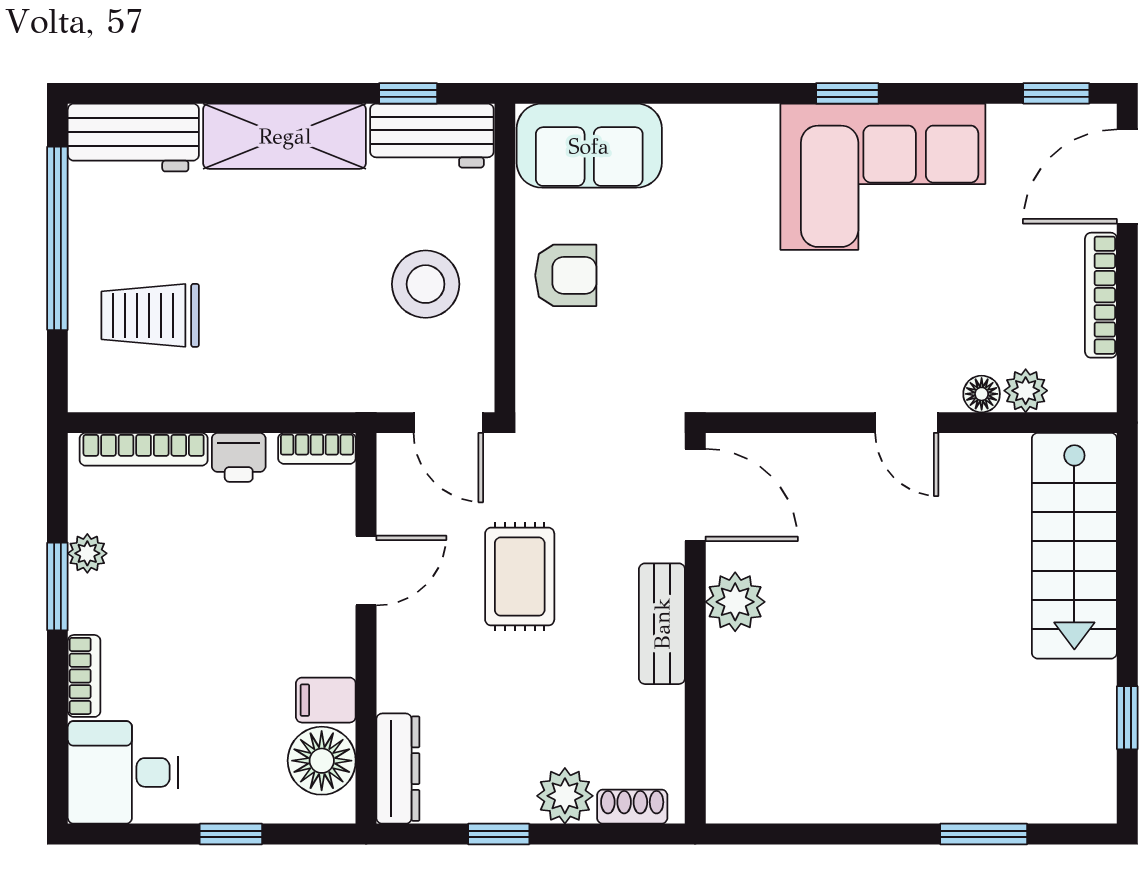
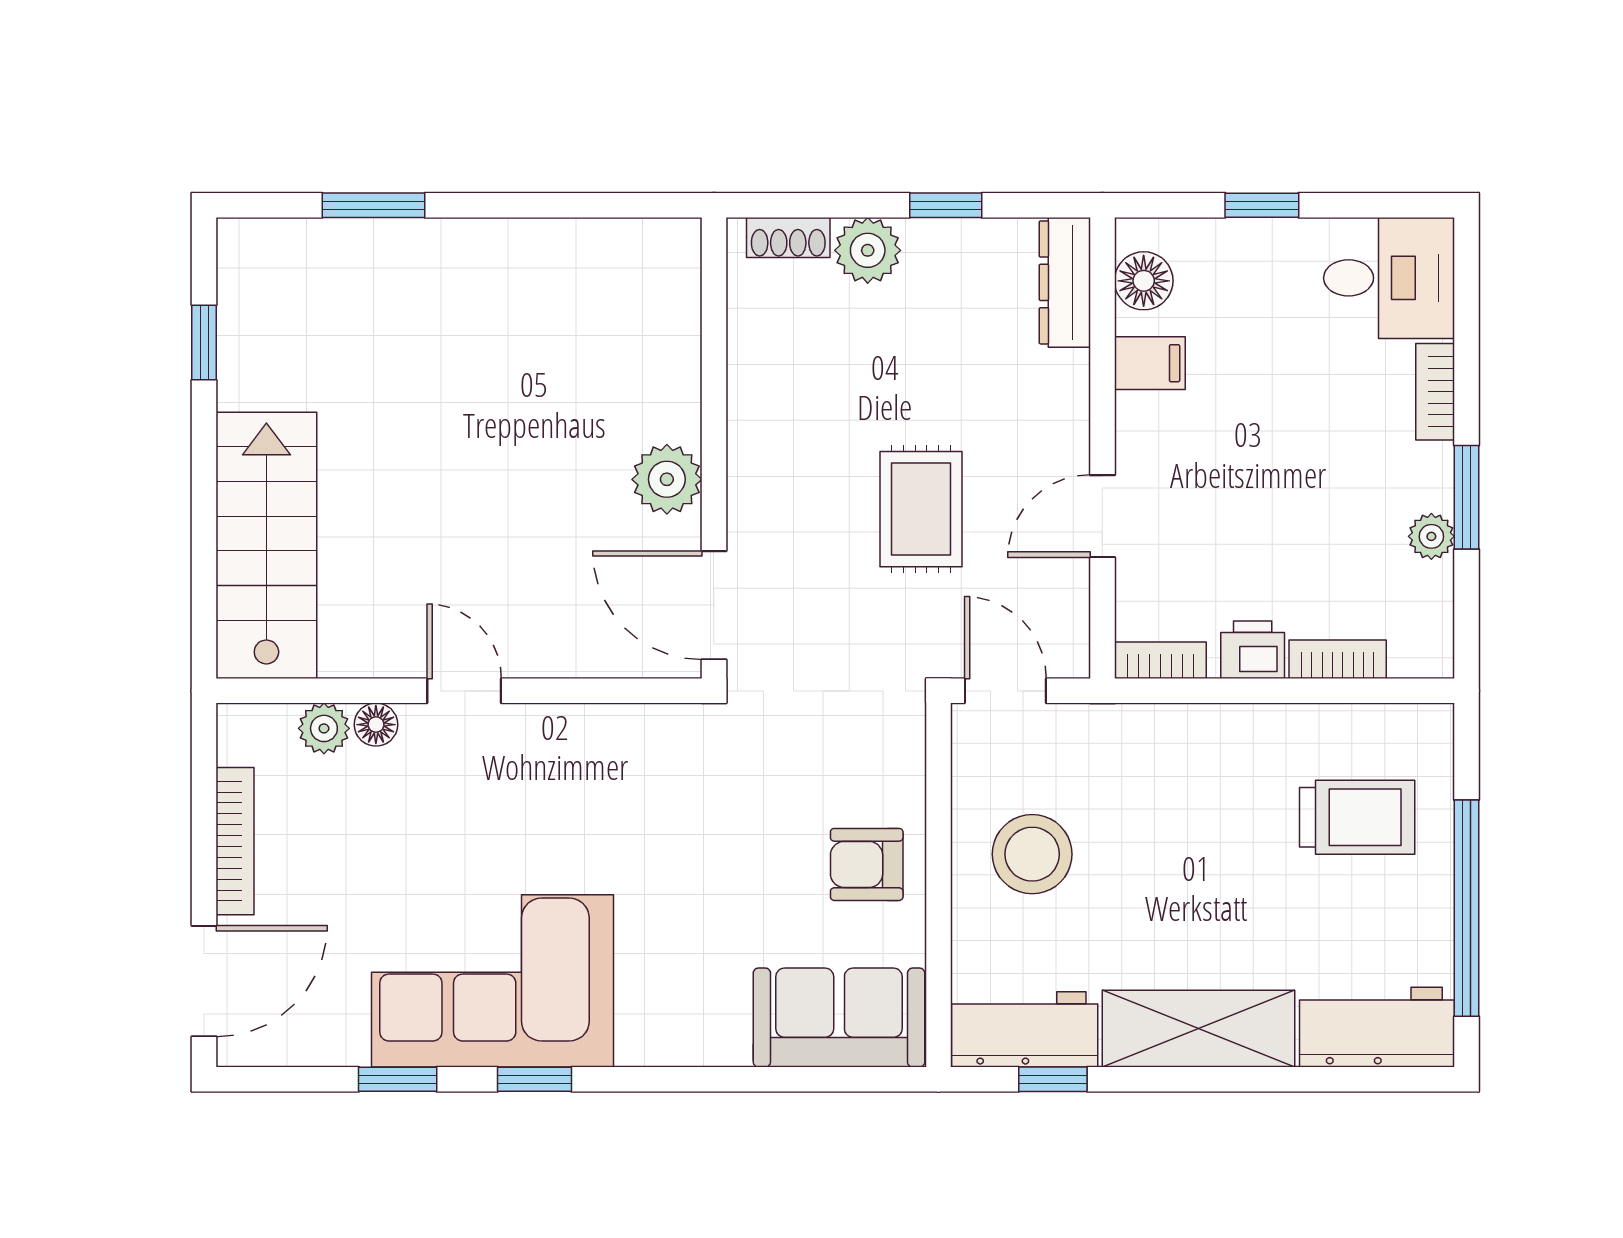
window: (1056, 93) -> (398, 1079), moved
bookcase: (144, 449) -> (1338, 659), width x0.64
bench: (662, 624) -> (753, 453), removed
floor lamp: (322, 761) -> (1144, 281), width x0.73, depth x0.73

